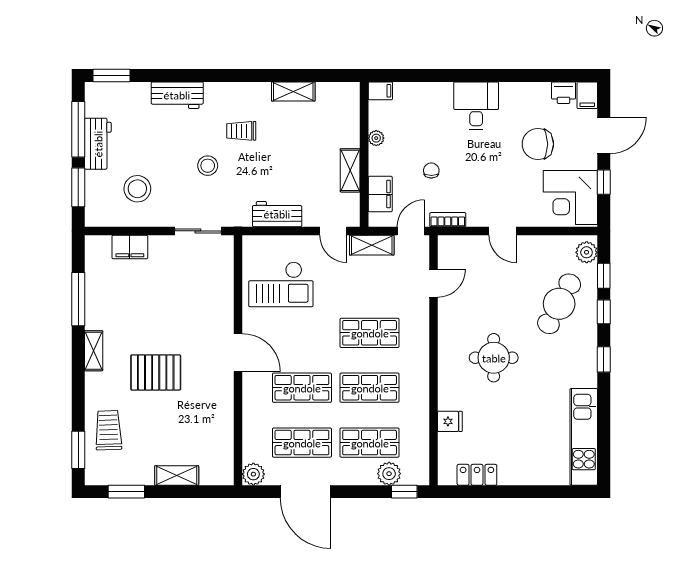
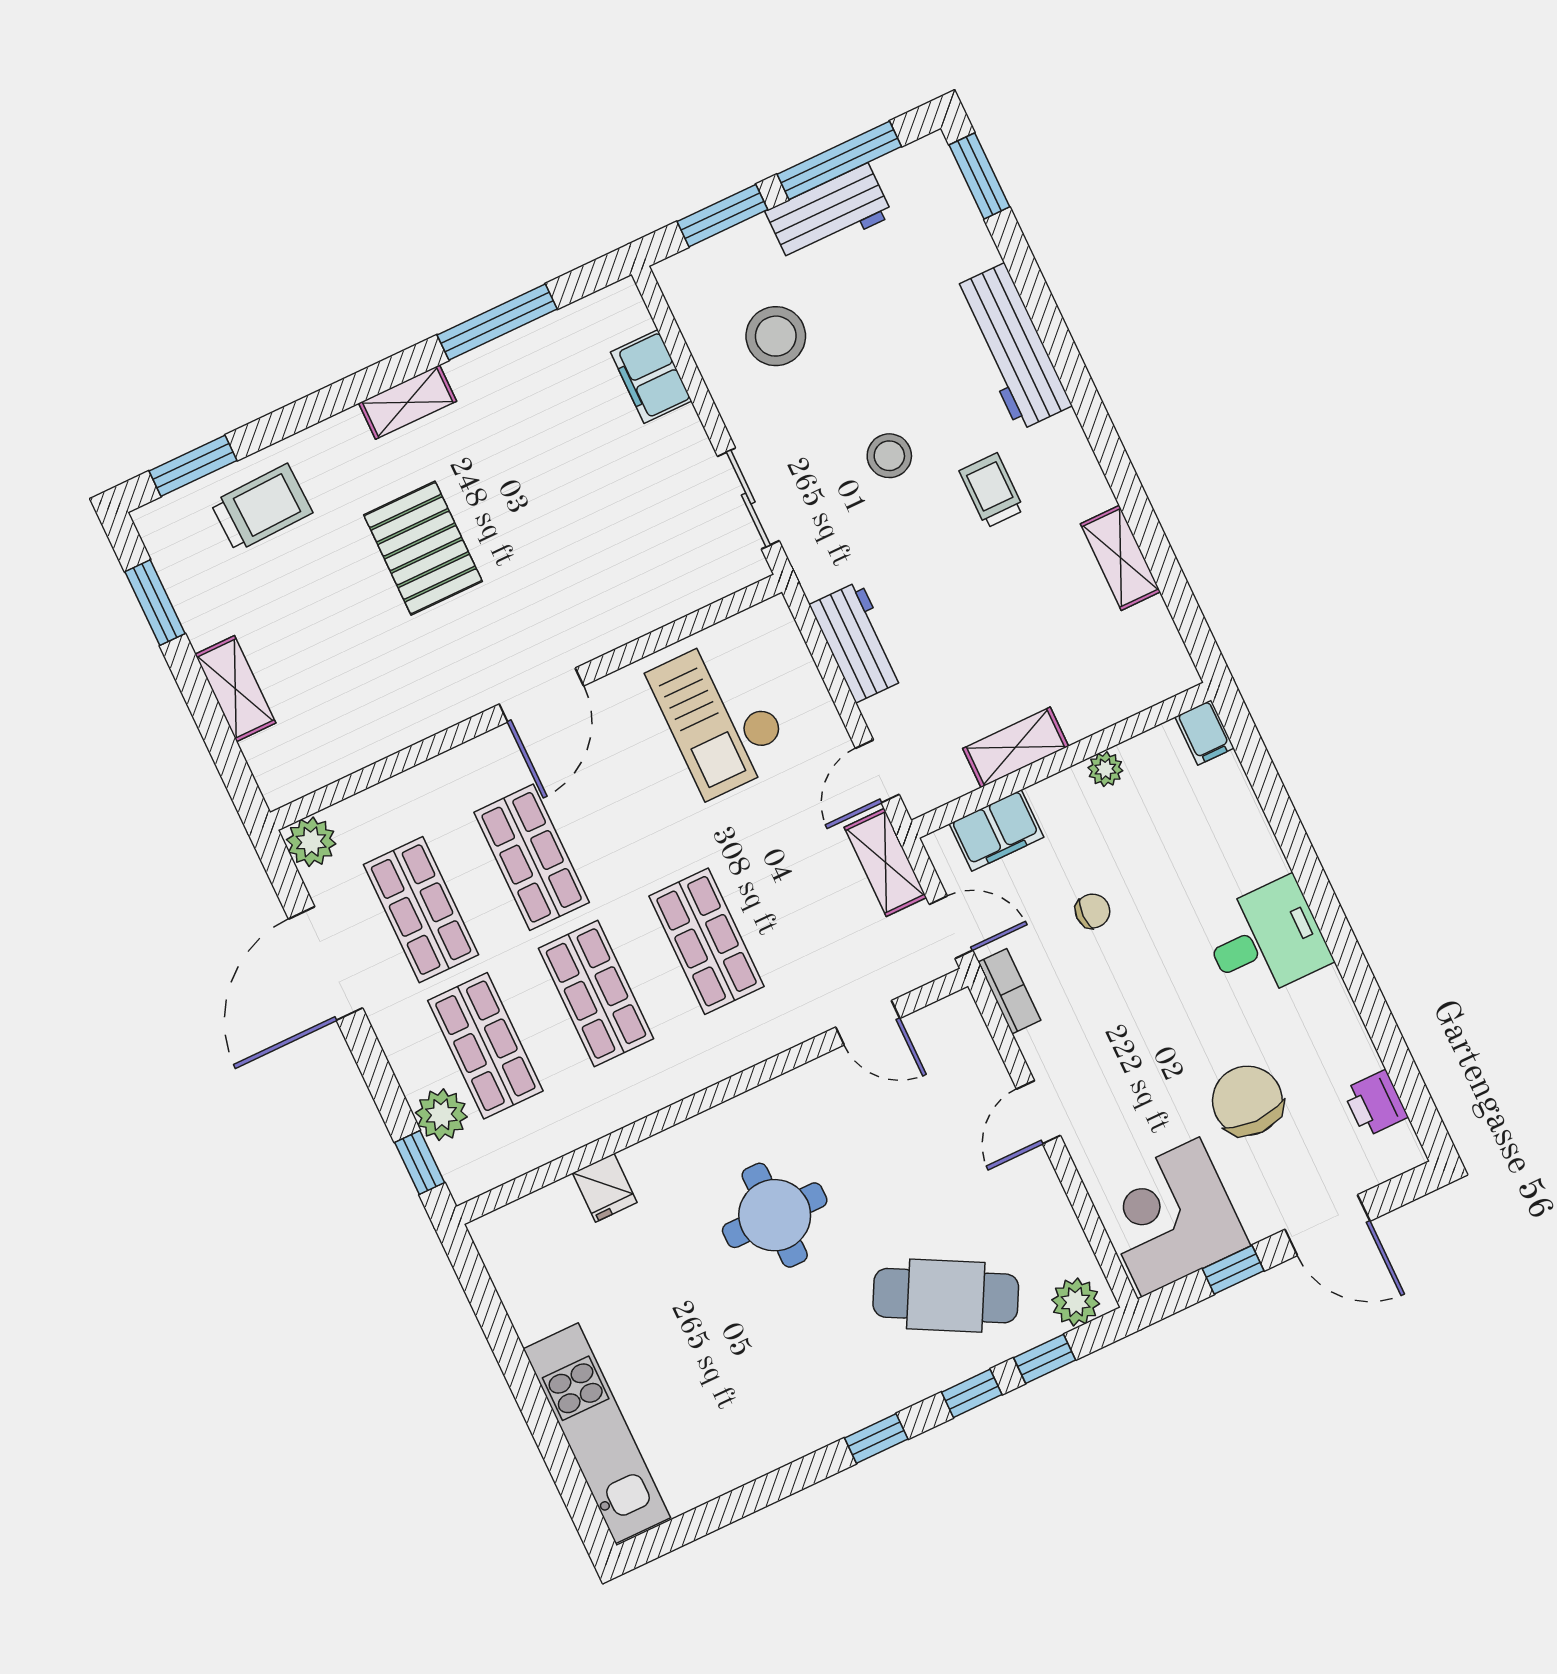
workbench: (177, 95) -> (1012, 347), width x1.38
filing cabinet: (587, 95) -> (1393, 1154), removed
kitchen unit: (584, 437) -> (597, 1433), moved, turned 90
locker: (477, 475) -> (523, 1293), removed

